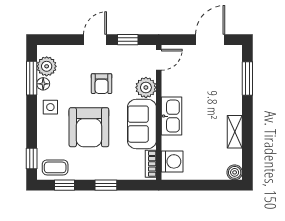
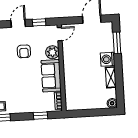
kitchen sink: (172, 116) -> (70, 70), removed
armchair: (89, 127) -> (17, 80), removed
washing machine: (172, 161) -> (108, 59), moved, turned 180
window: (106, 185) -> (40, 116), moved

